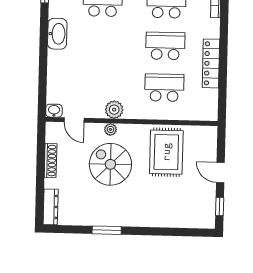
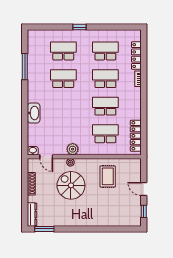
washbasin: (57, 34) -> (34, 113), moved
locker: (211, 63) -> (136, 136), moved
rug: (166, 152) -> (108, 176), width x0.73, depth x0.70
window: (107, 230) -> (44, 229), moved

